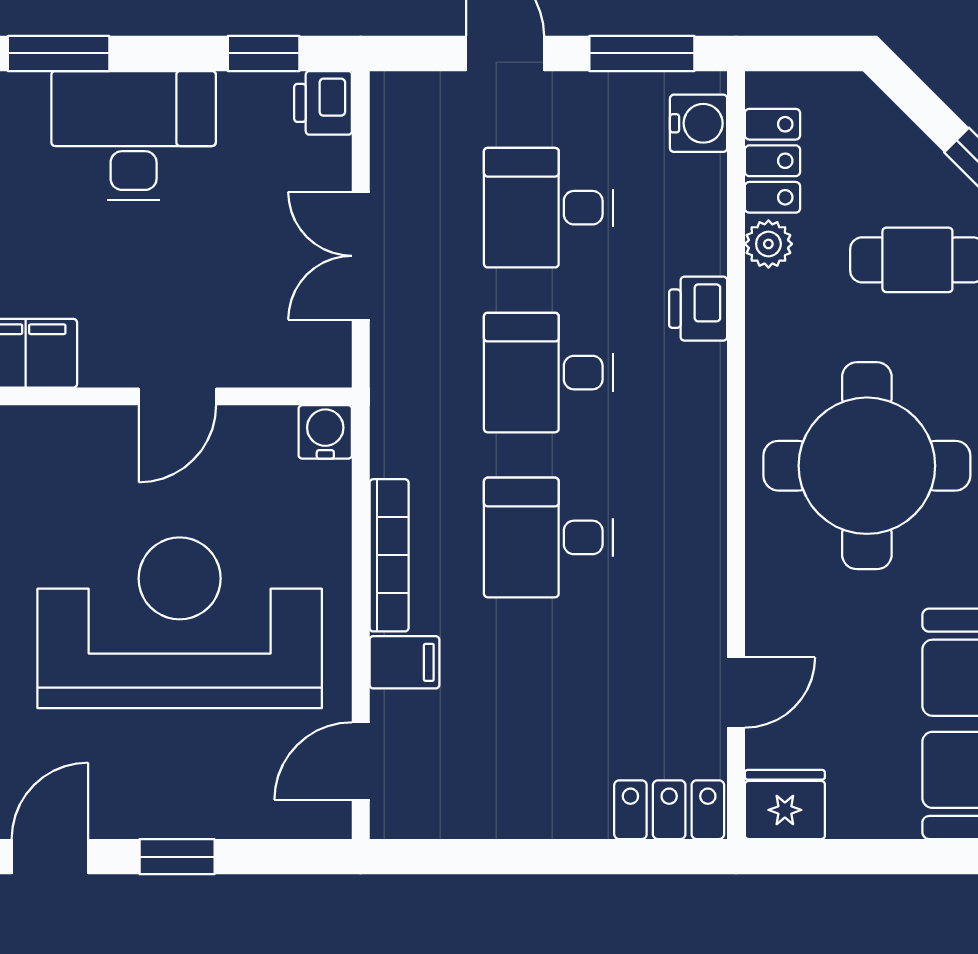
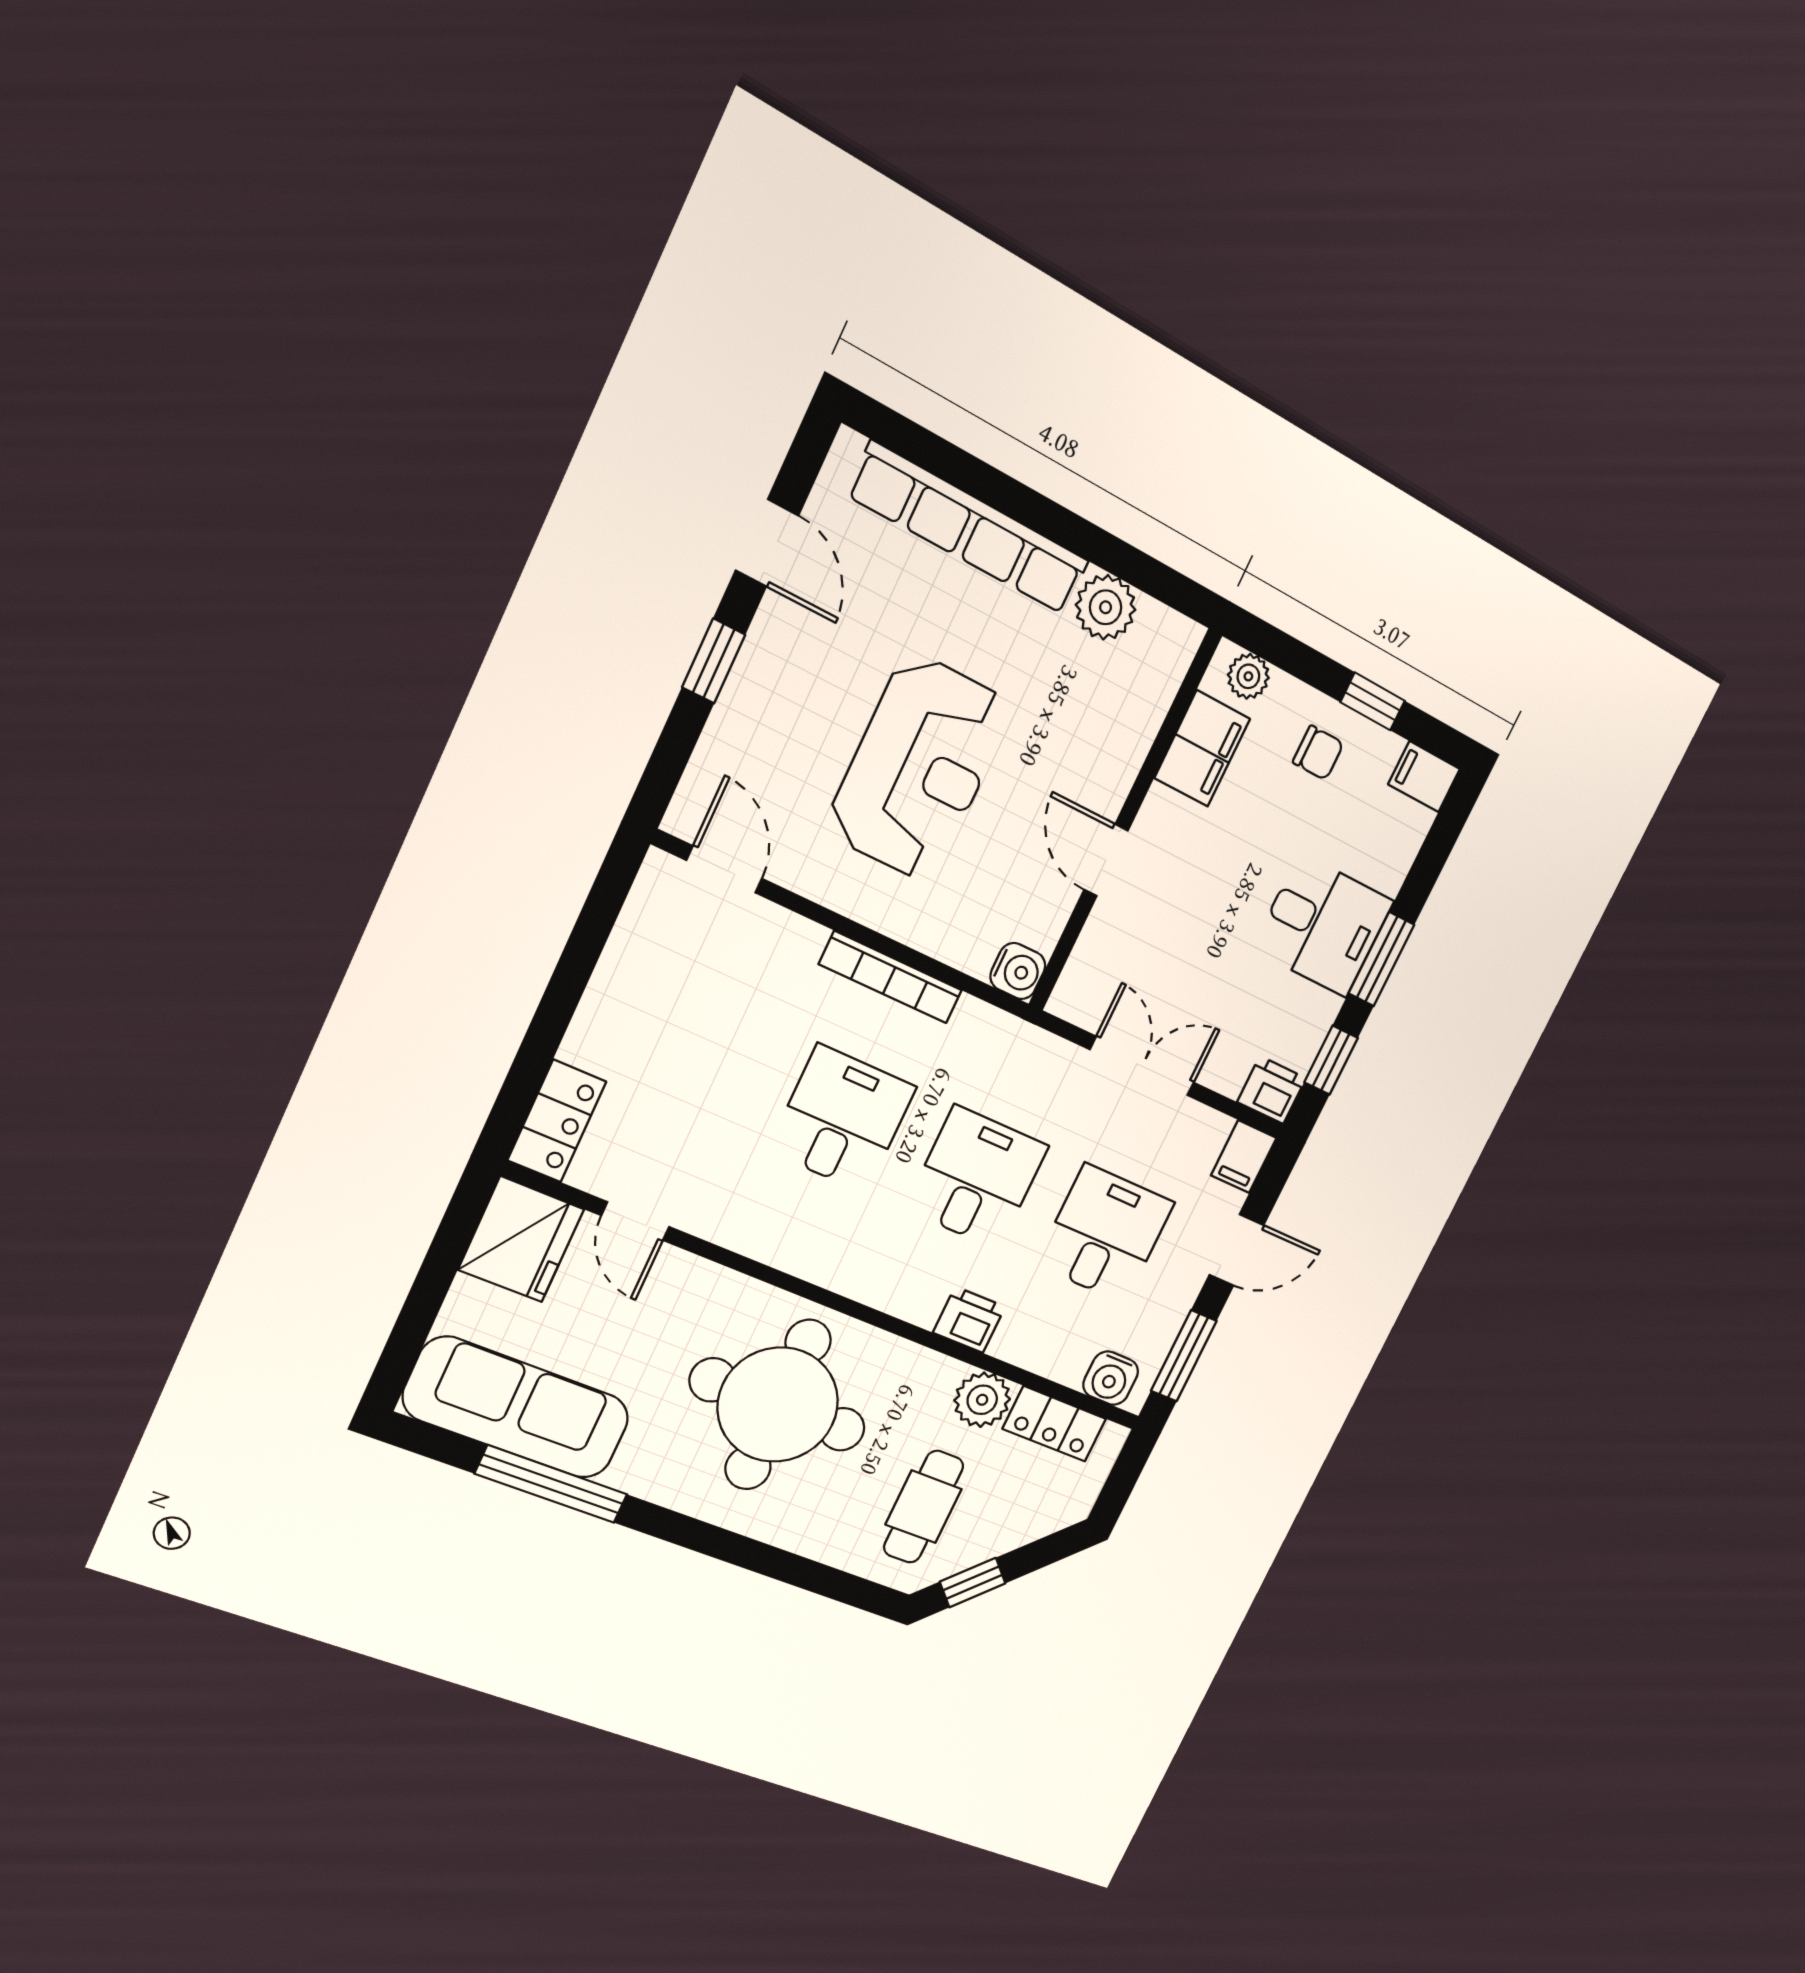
window: (59, 53) -> (1381, 959), moved
desk: (134, 136) -> (1323, 925), width x0.73
plant: (768, 244) -> (982, 1400), width x1.38, depth x1.38
reception desk: (180, 623) -> (919, 768), width x0.74, depth x0.77
filing cabinet: (404, 662) -> (1244, 1157), moved
fridge: (785, 804) -> (521, 1239), width x1.36, depth x1.34

